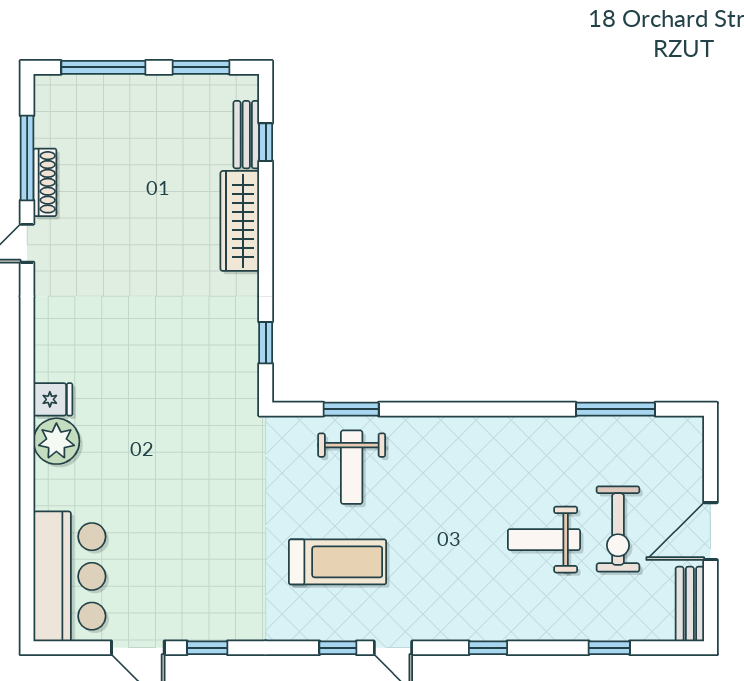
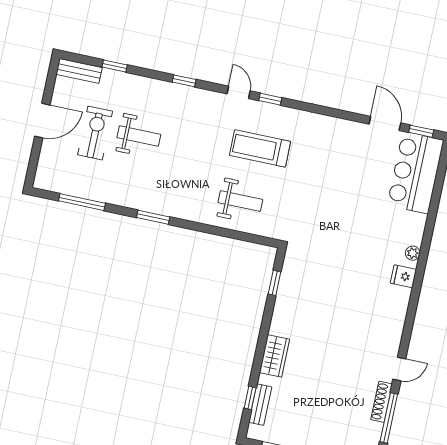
wardrobe: (240, 221) -> (274, 356), width x0.67
window: (351, 409) -> (153, 217), moved
plant: (56, 441) -> (413, 253), width x0.53, depth x0.53
weight bench: (352, 467) -> (240, 201), turned 90
bench: (690, 604) -> (79, 71), moved, turned 90
window: (207, 648) -> (421, 131), moved

